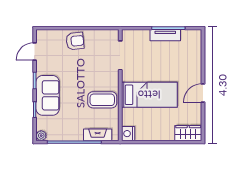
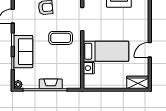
coffee table: (102, 100) -> (61, 38), moved
nightstand: (128, 134) -> (89, 68), moved
fireplace: (98, 135) -> (51, 84), moved

